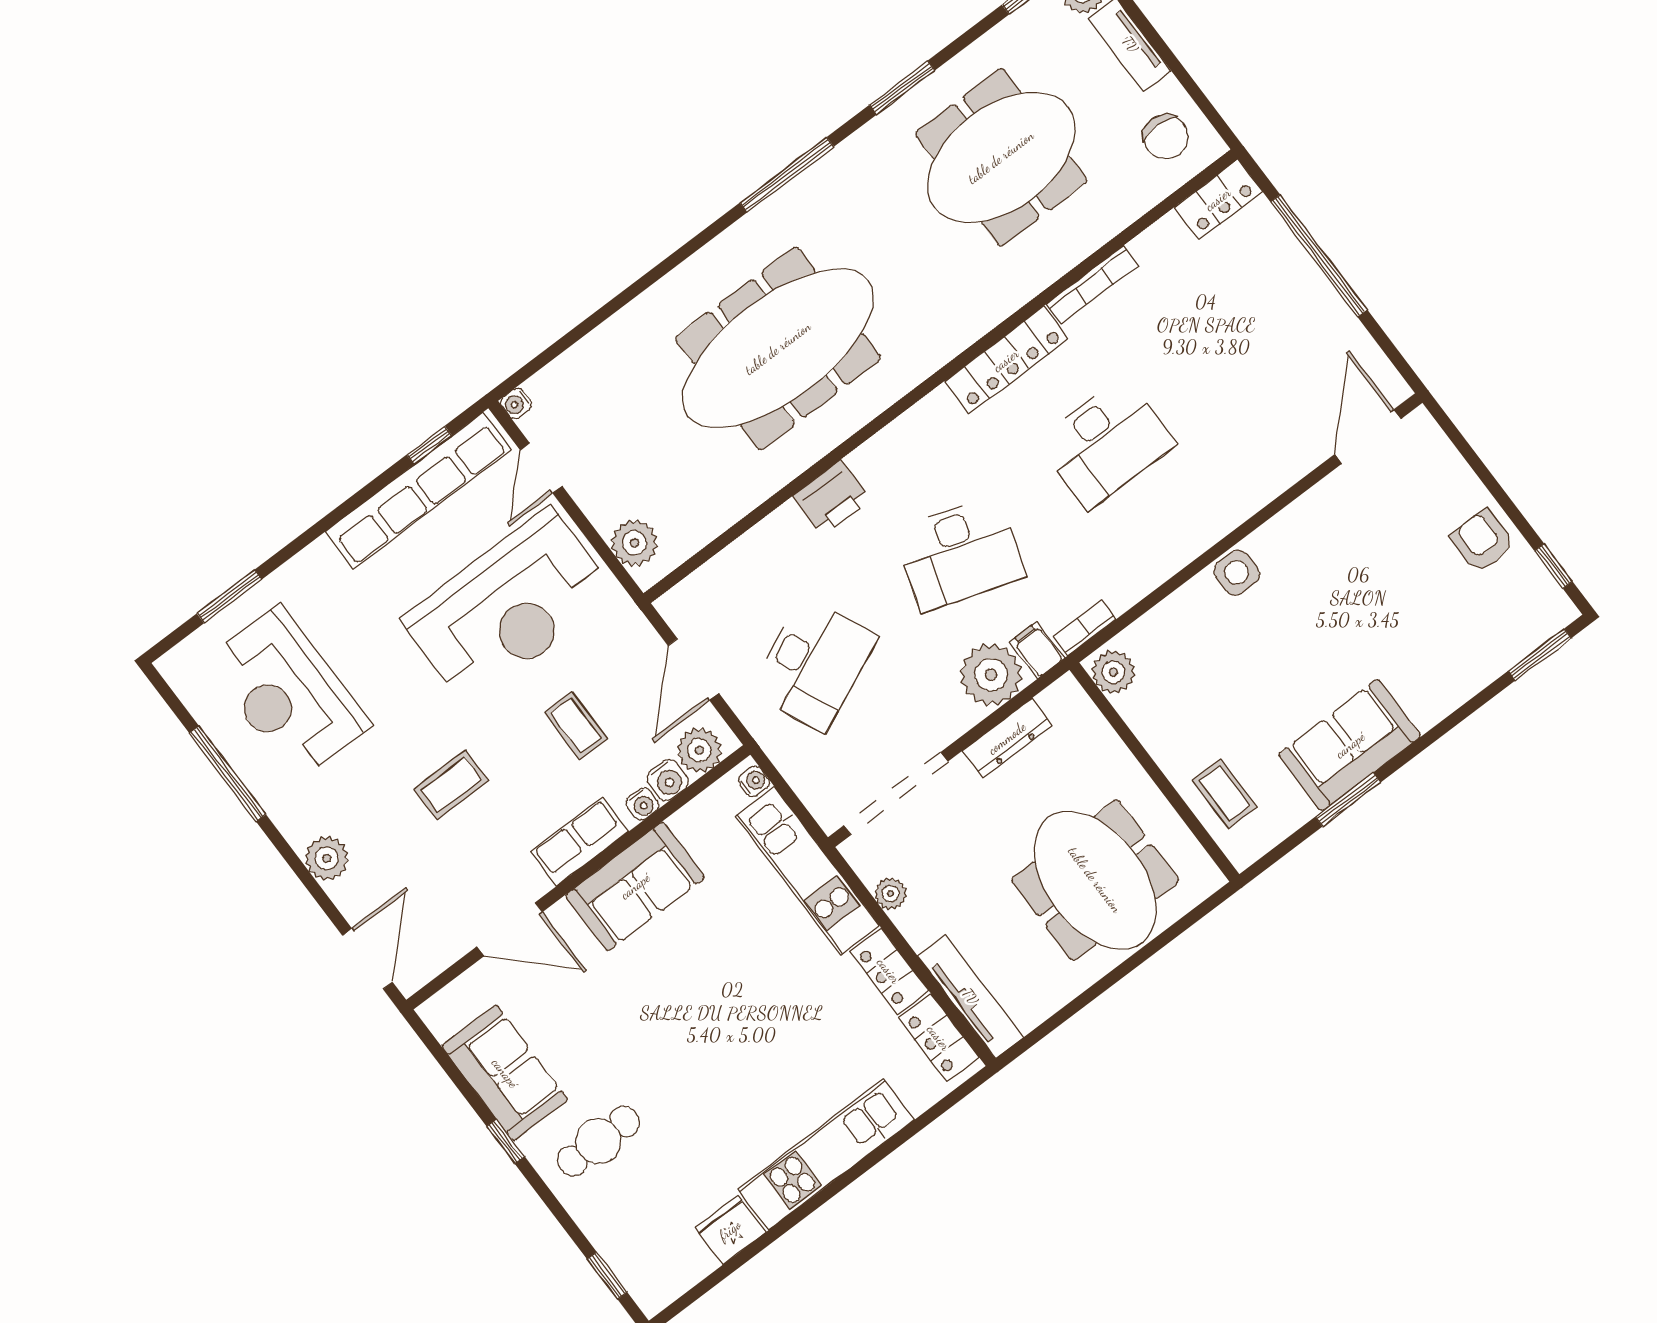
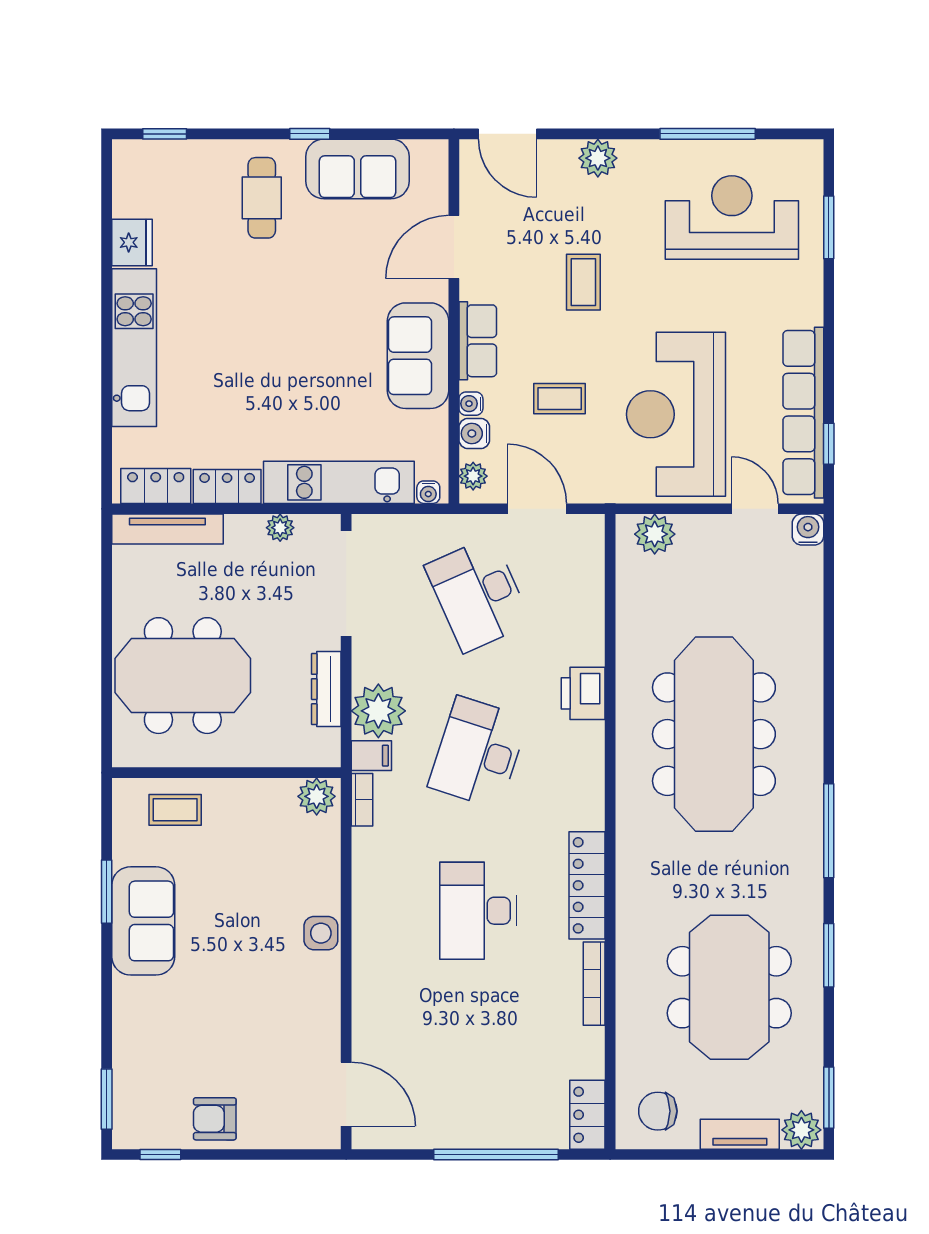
water cooler: (516, 403) -> (808, 530), width x1.38, depth x1.38
armchair: (1482, 541) -> (215, 1119), turned 180
plant: (699, 750) -> (473, 476), width x0.73, depth x0.73

